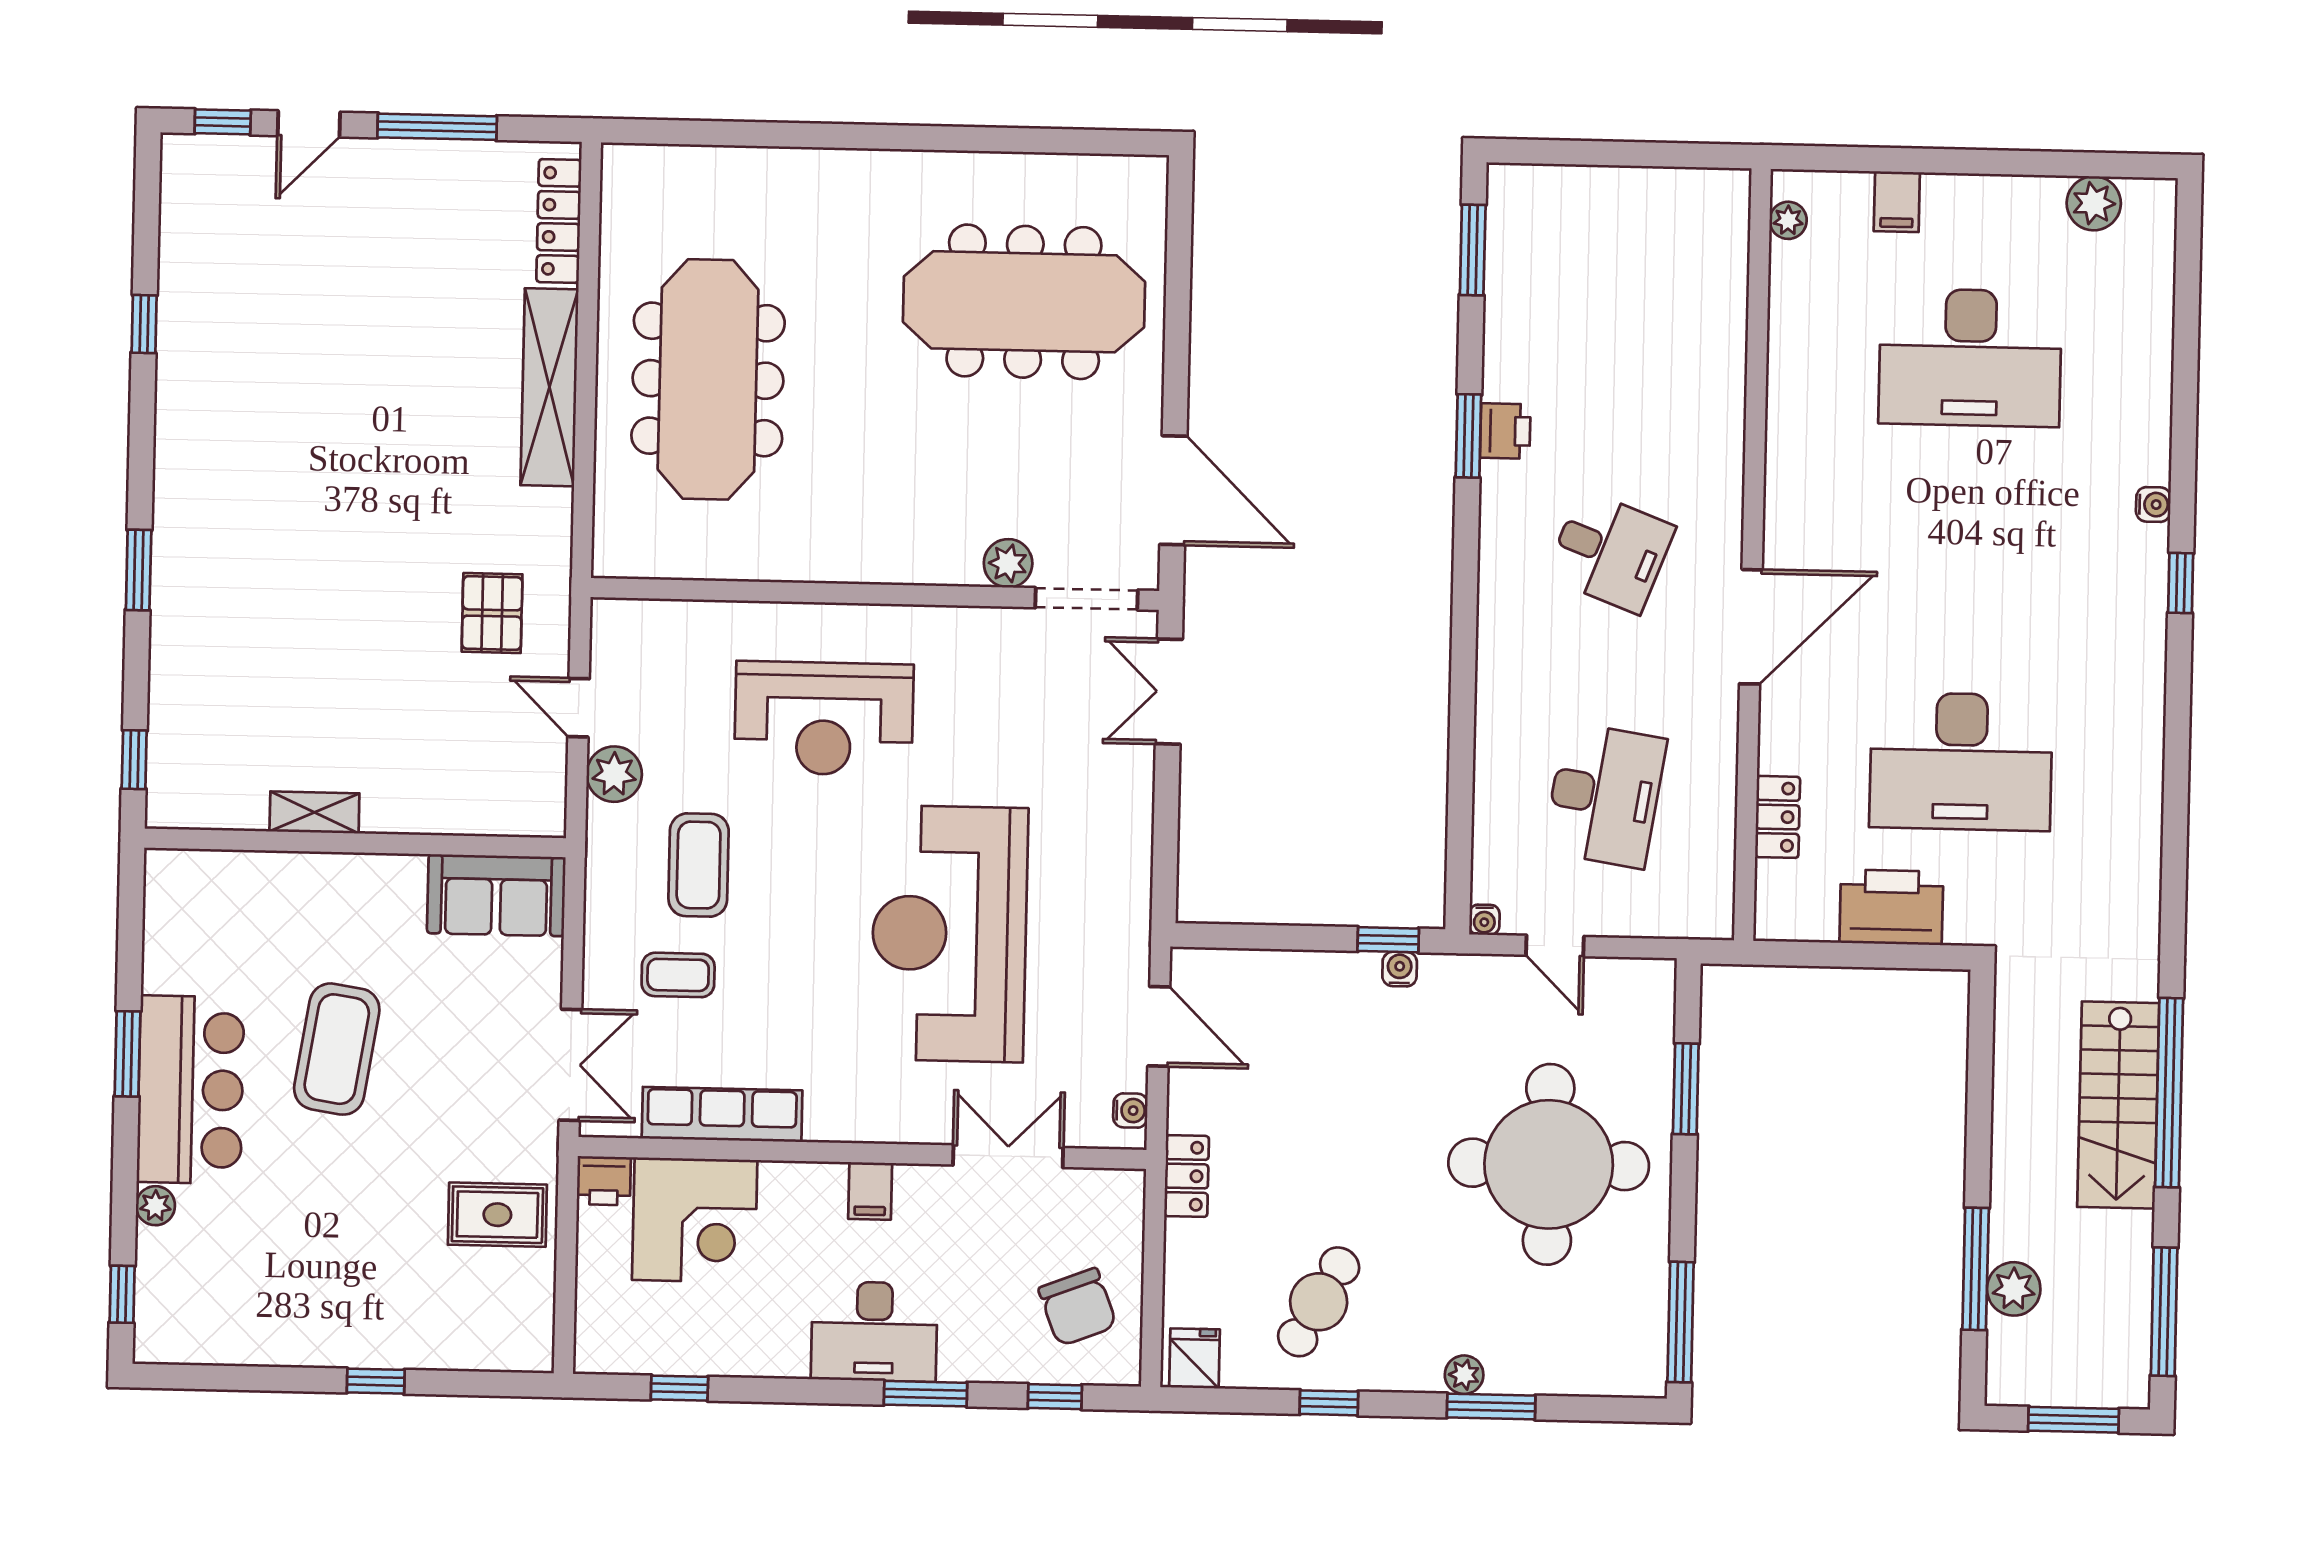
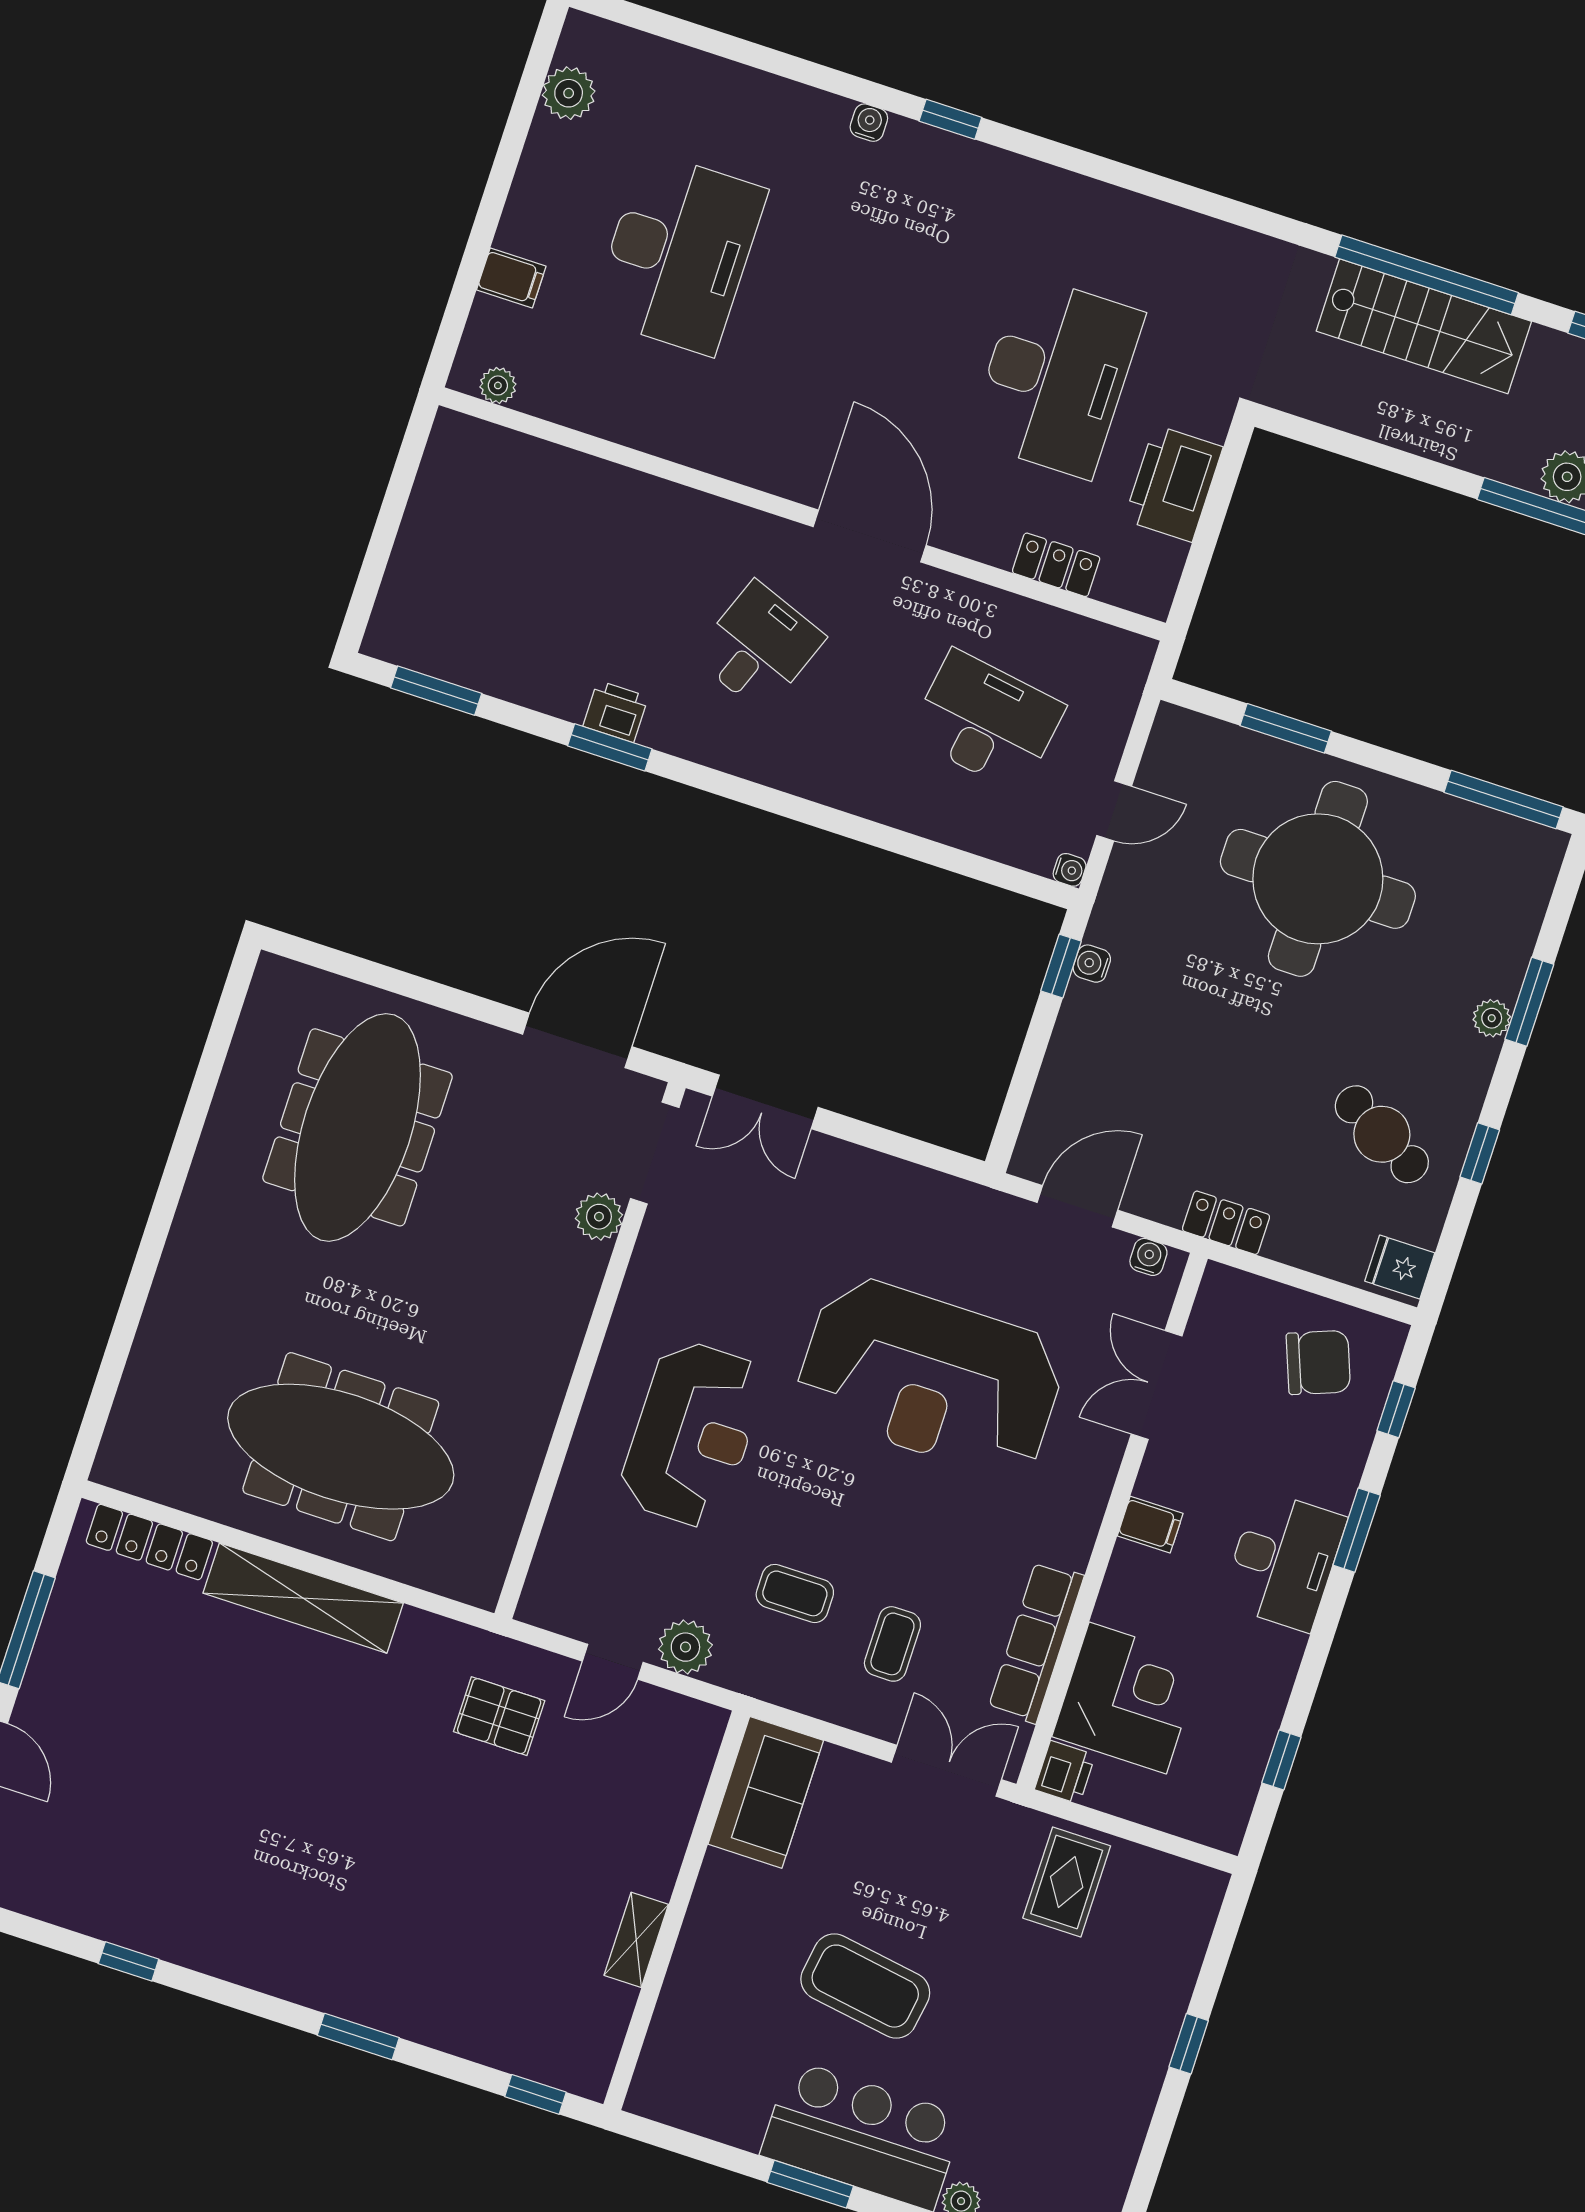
coffee table: (699, 865) -> (795, 1593), width x0.73, depth x0.77

